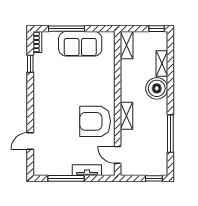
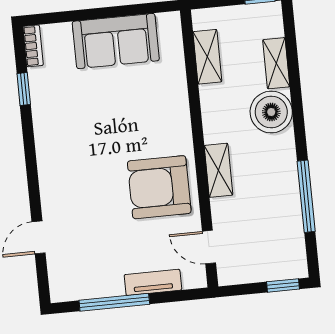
window: (66, 29) -> (86, 15), removed
shelving: (127, 45) -> (207, 57), moved

